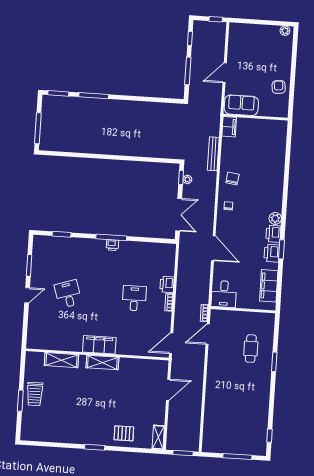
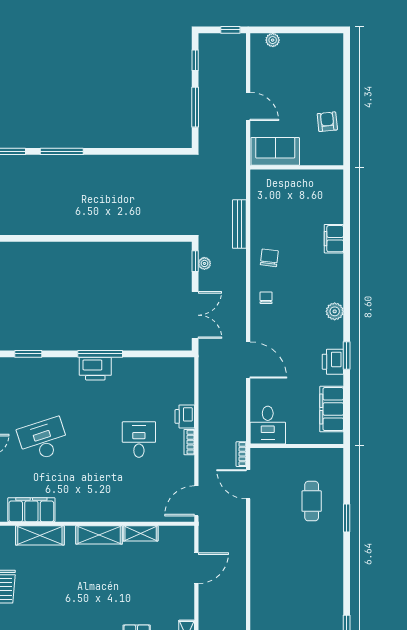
plant: (285, 31) -> (273, 40), moved
door: (225, 73) -> (248, 106), swing flipped
filing cabinet: (229, 127) -> (334, 239), moved, turned 180
printer: (273, 234) -> (333, 334), removed
printer: (113, 245) -> (95, 369), width x1.87, depth x1.48
desk: (68, 294) -> (43, 440), width x1.37
door: (208, 334) -> (248, 484), hinge flipped
filing cabinet: (99, 345) -> (31, 510), moved
shelving: (131, 363) -> (141, 533), added

